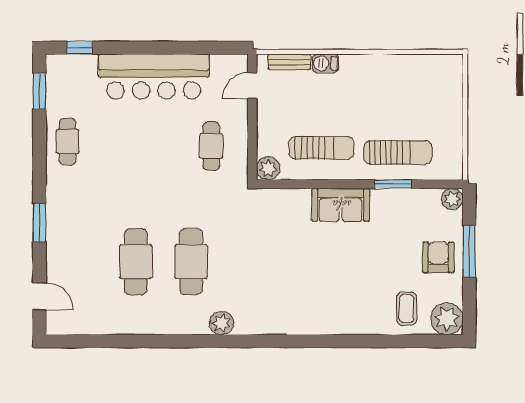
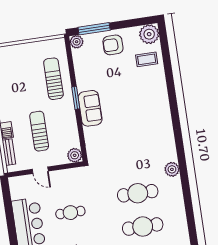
door: (252, 86) -> (40, 170), moved
cafe table: (211, 146) -> (70, 213), moved
sun lounger: (322, 148) -> (39, 131), moved
window: (393, 184) -> (76, 98), moved
window: (469, 251) -> (94, 29), moved

